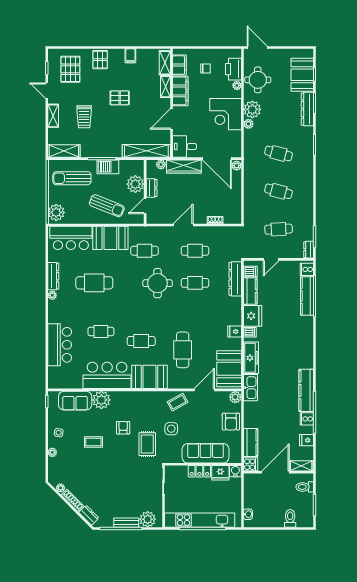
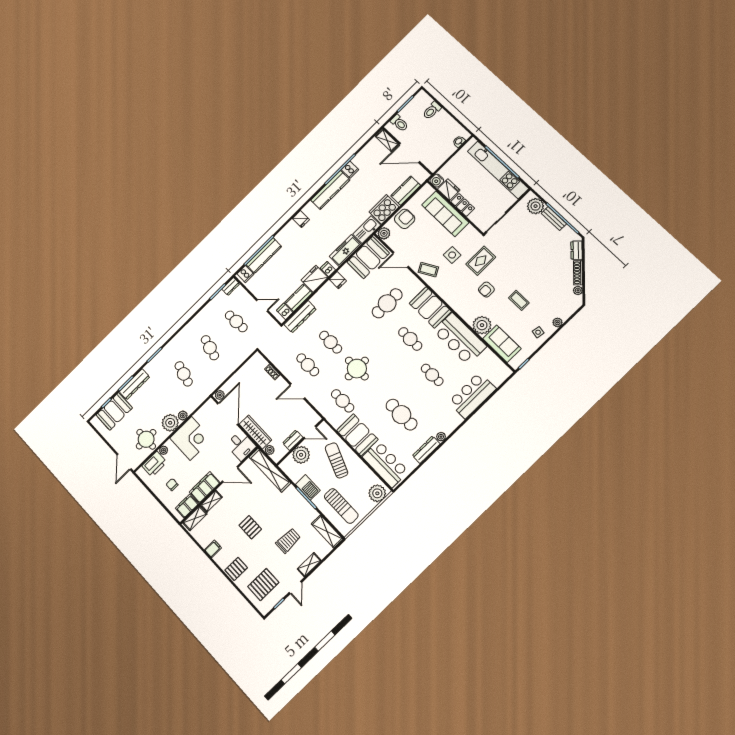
fridge: (307, 440) -> (301, 219), moved
cooker: (251, 464) -> (384, 209), moved, width x1.87, depth x1.31

